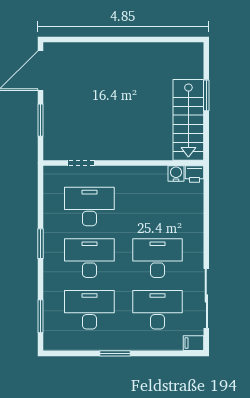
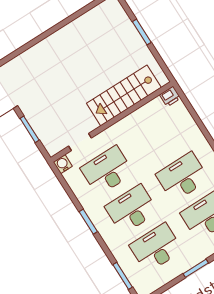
stairs: (188, 120) -> (124, 95), moved, turned 90
water cooler: (176, 173) -> (63, 164), moved

